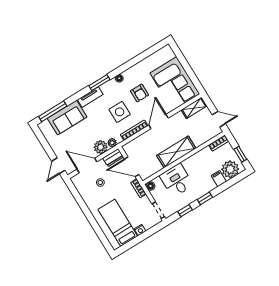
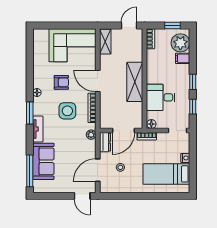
plant: (101, 147) -> (89, 148), removed

